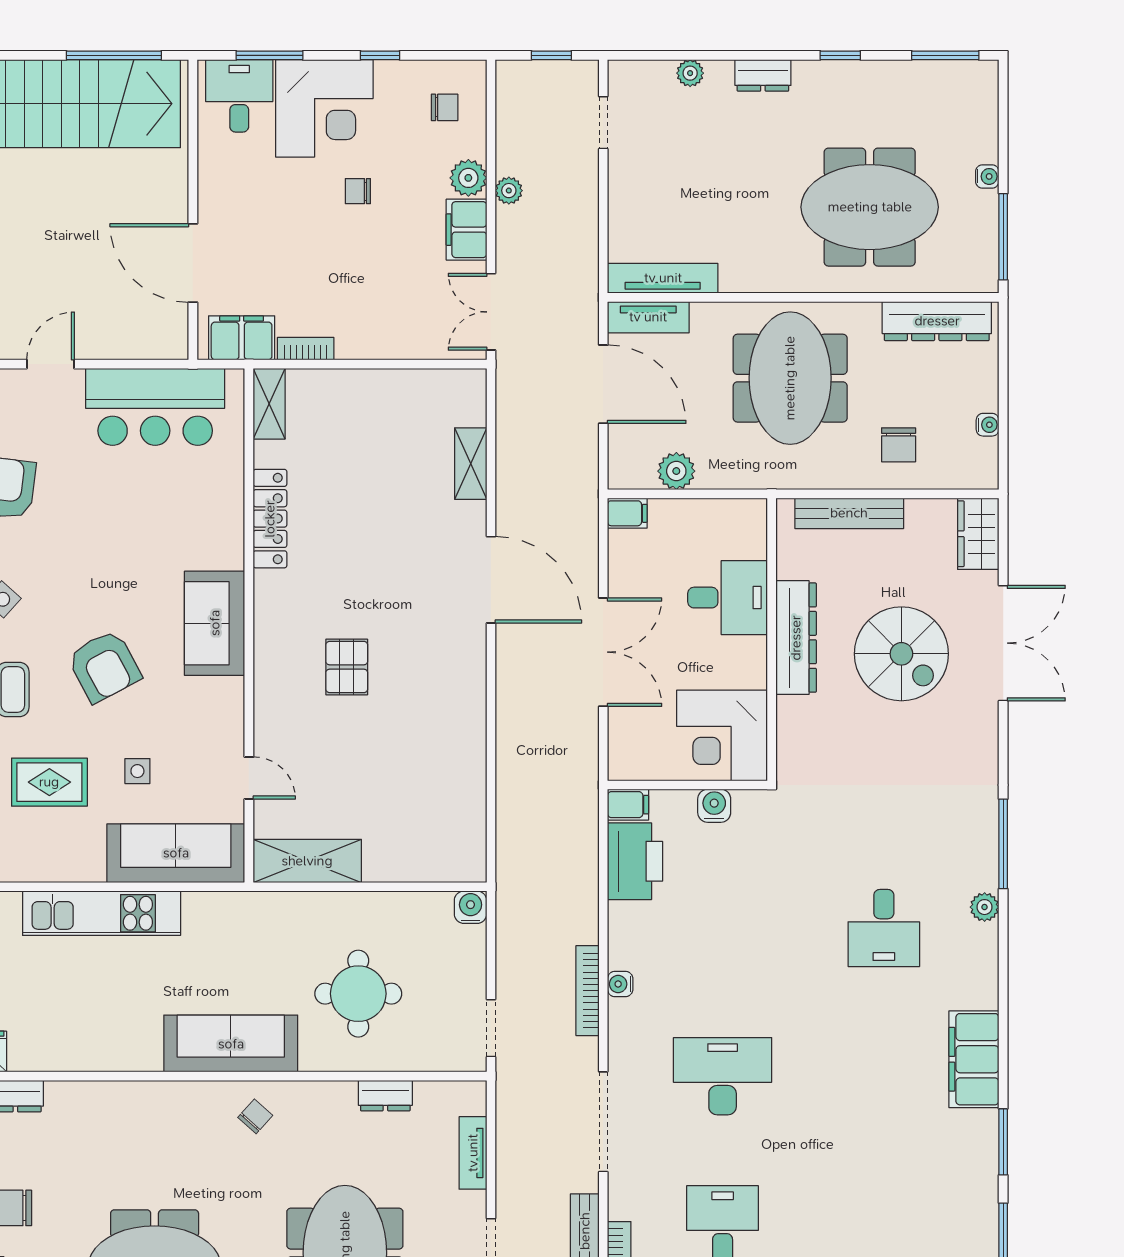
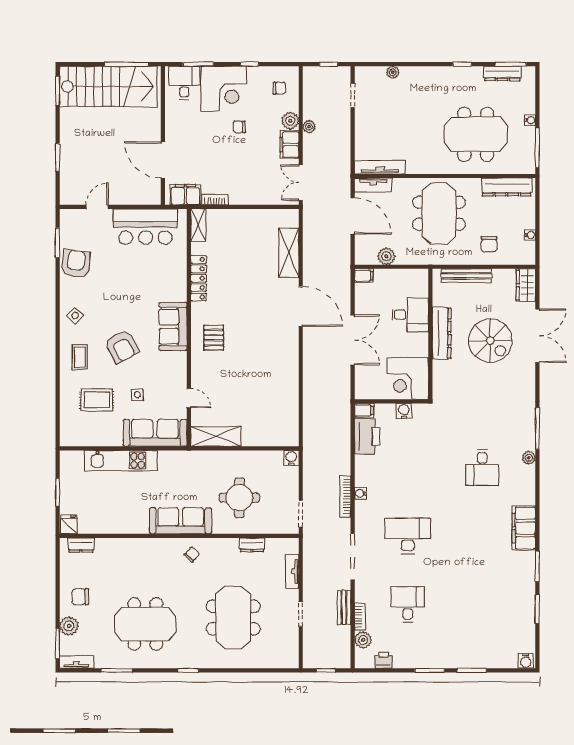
dresser: (763, 75) -> (502, 73), moved, width x1.44
shelving: (471, 464) -> (289, 253), width x1.50, depth x1.33
pallet: (347, 667) -> (214, 338), moved

